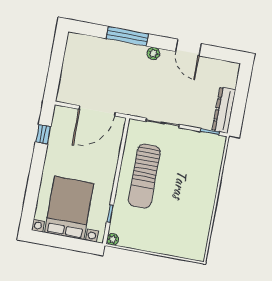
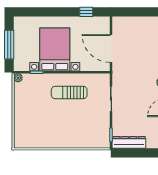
sun lounger: (144, 176) -> (69, 92), width x0.73, depth x0.75
bed with nightstands: (69, 208) -> (55, 50), moved, turned -90
window: (67, 243) -> (9, 45), added

